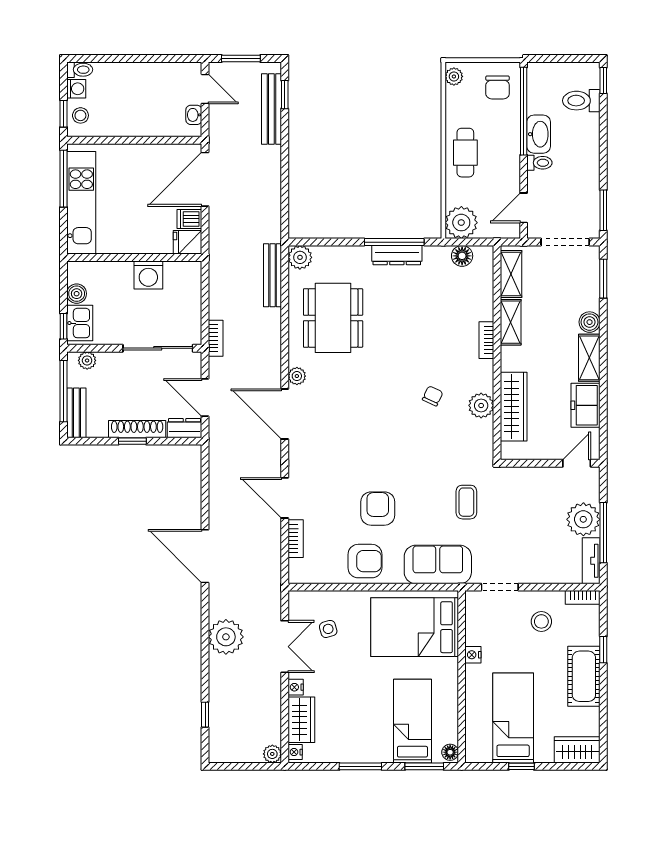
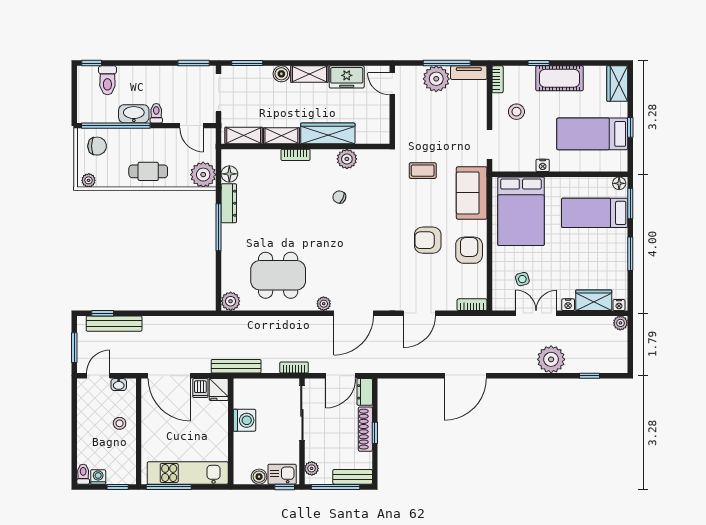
stool: (80, 115) -> (120, 423), moved
dresser: (397, 255) -> (229, 203), moved
bench: (273, 275) -> (236, 366), moved
wardrobe: (514, 407) -> (328, 133), moved
bookcase: (296, 539) -> (472, 305), moved
plant: (226, 637) -> (551, 359), moved

